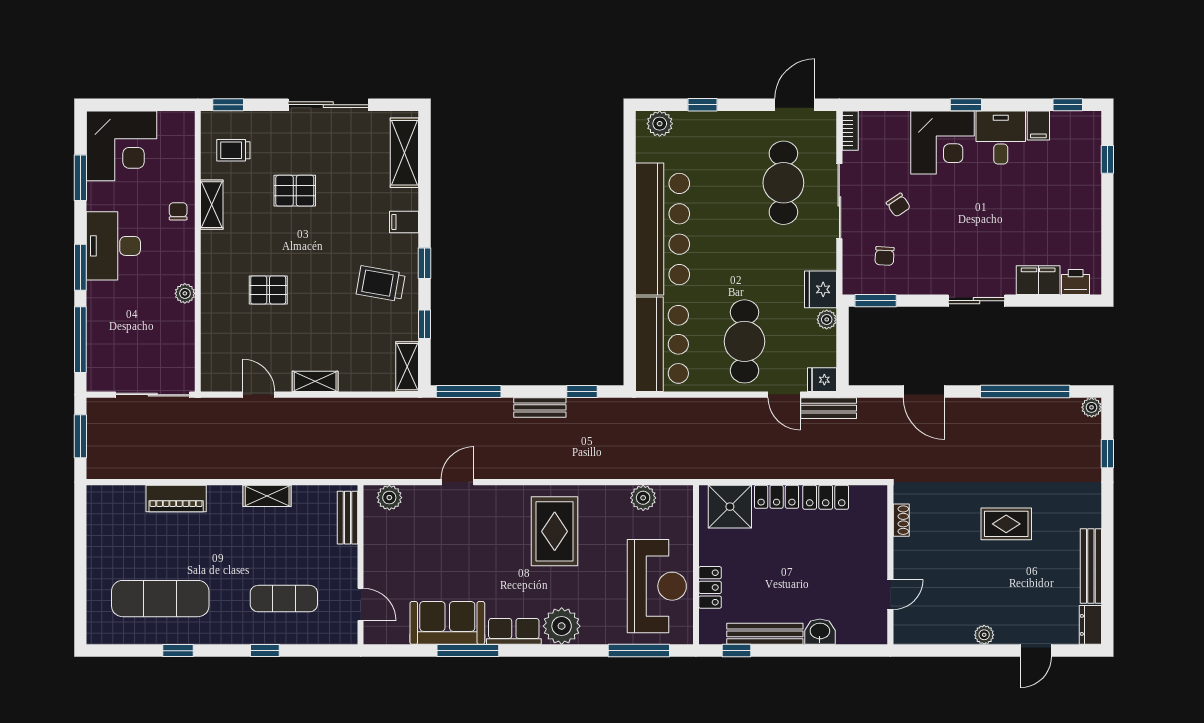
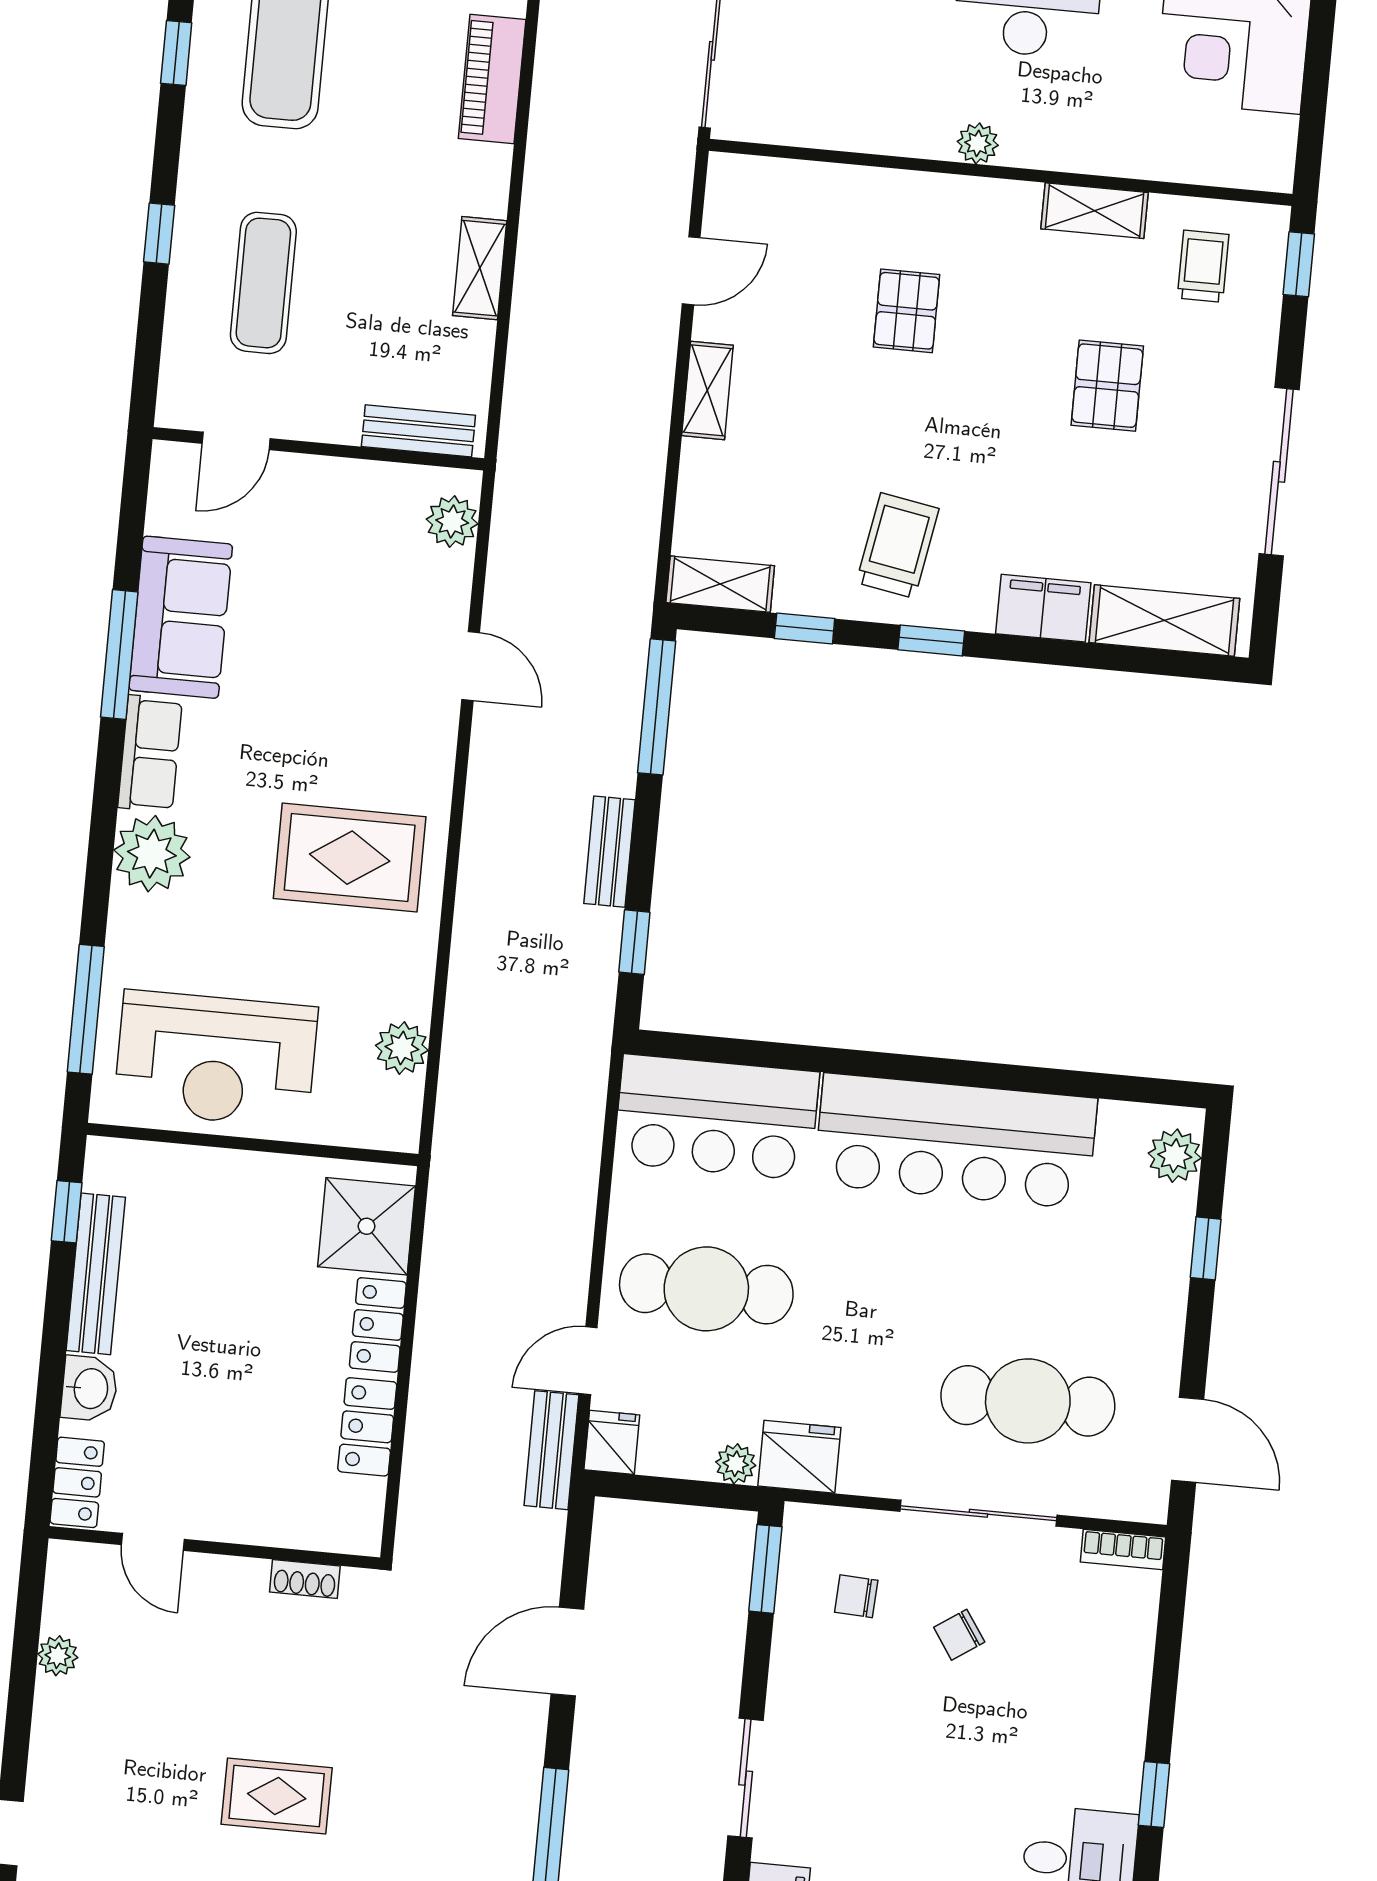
corner desk: (942, 142) -> (1080, 1739), removed
chair: (178, 211) -> (1087, 139), removed
filing cabinet: (404, 222) -> (1043, 608), width x2.00
plant: (185, 293) -> (978, 143), moved
rug: (1006, 524) -> (277, 1796), turned 90
locker: (710, 587) -> (77, 1482), moved, turned -90
plant: (984, 635) -> (58, 1656), moved

